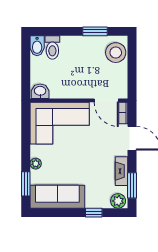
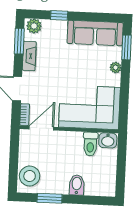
bidet: (37, 46) -> (77, 185), moved
toilet: (52, 48) -> (90, 144), moved, turned 180
door: (106, 100) -> (41, 128), hinge flipped

